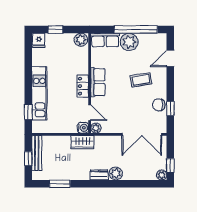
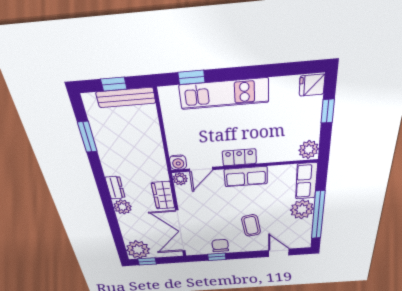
wardrobe: (82, 142) -> (163, 195), moved
plant: (162, 175) -> (138, 250), width x1.88, depth x1.88

